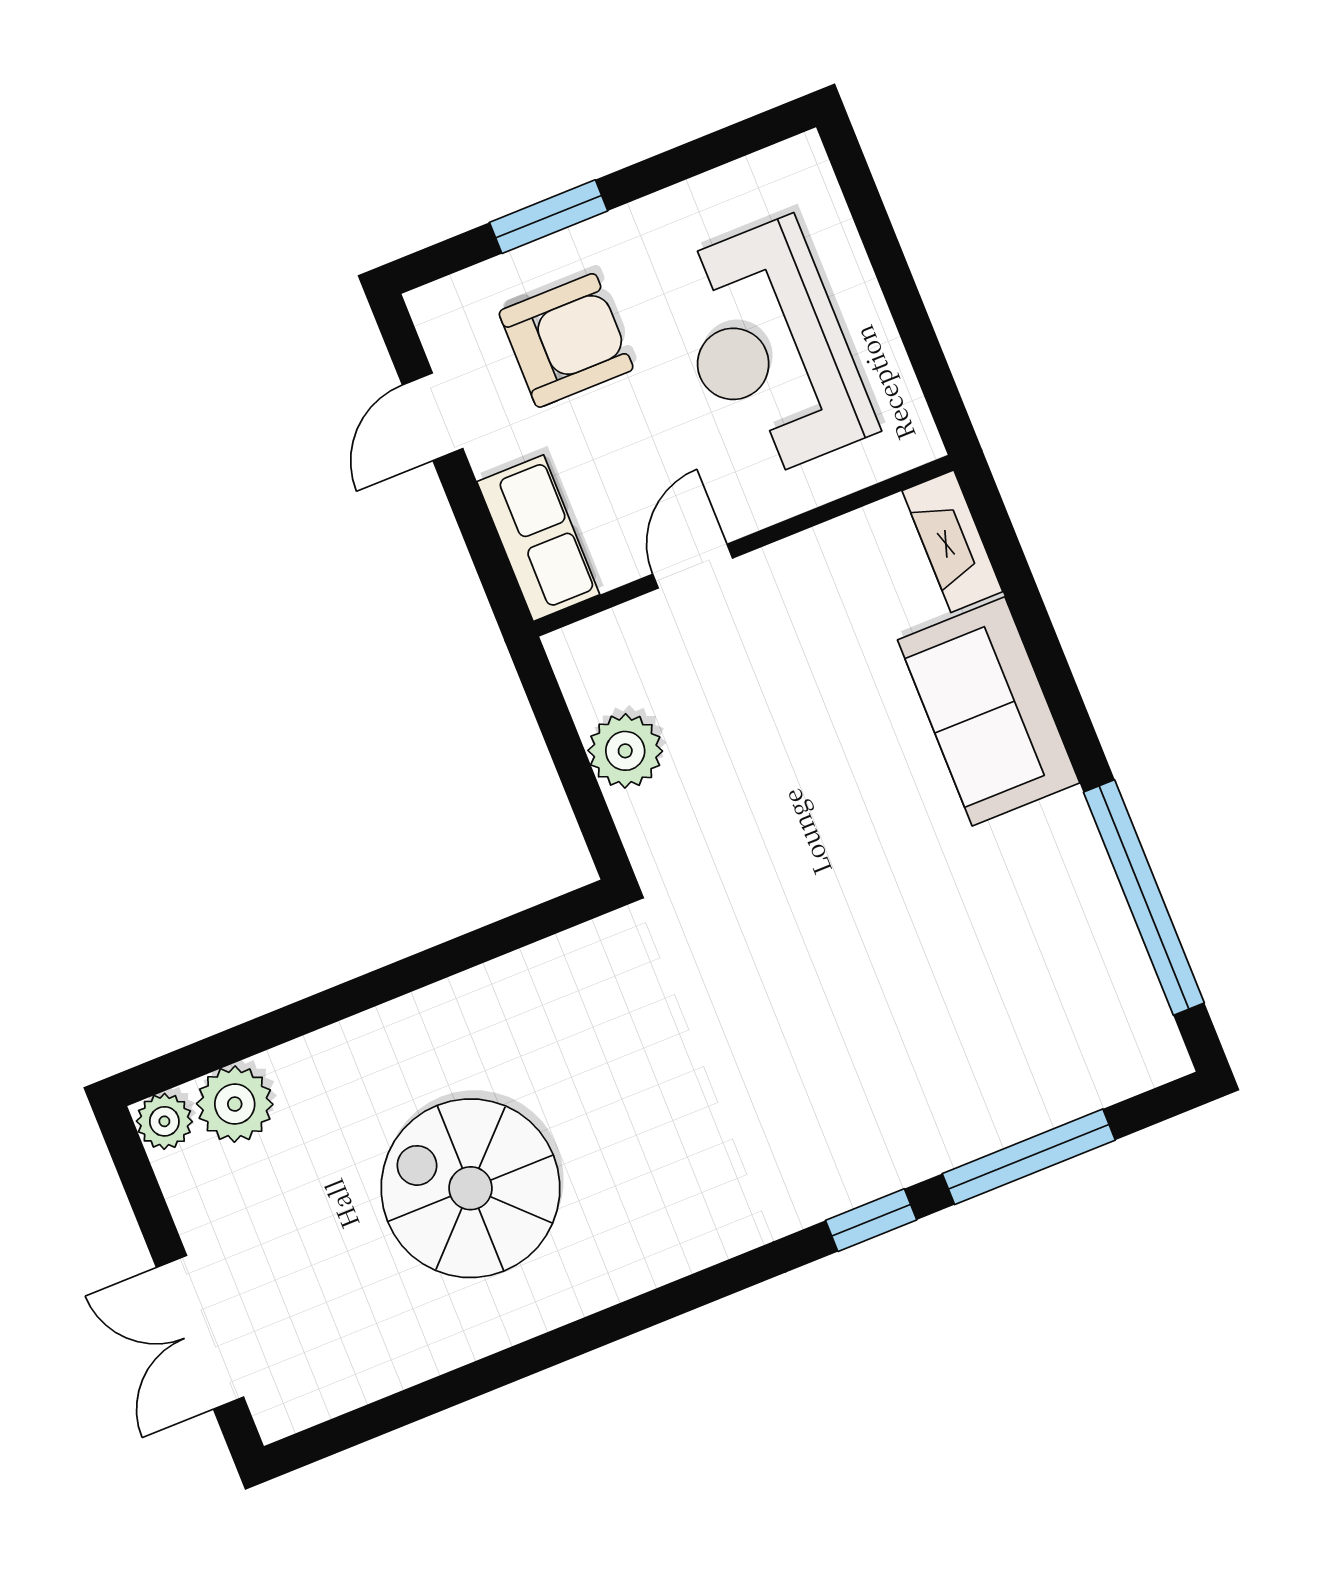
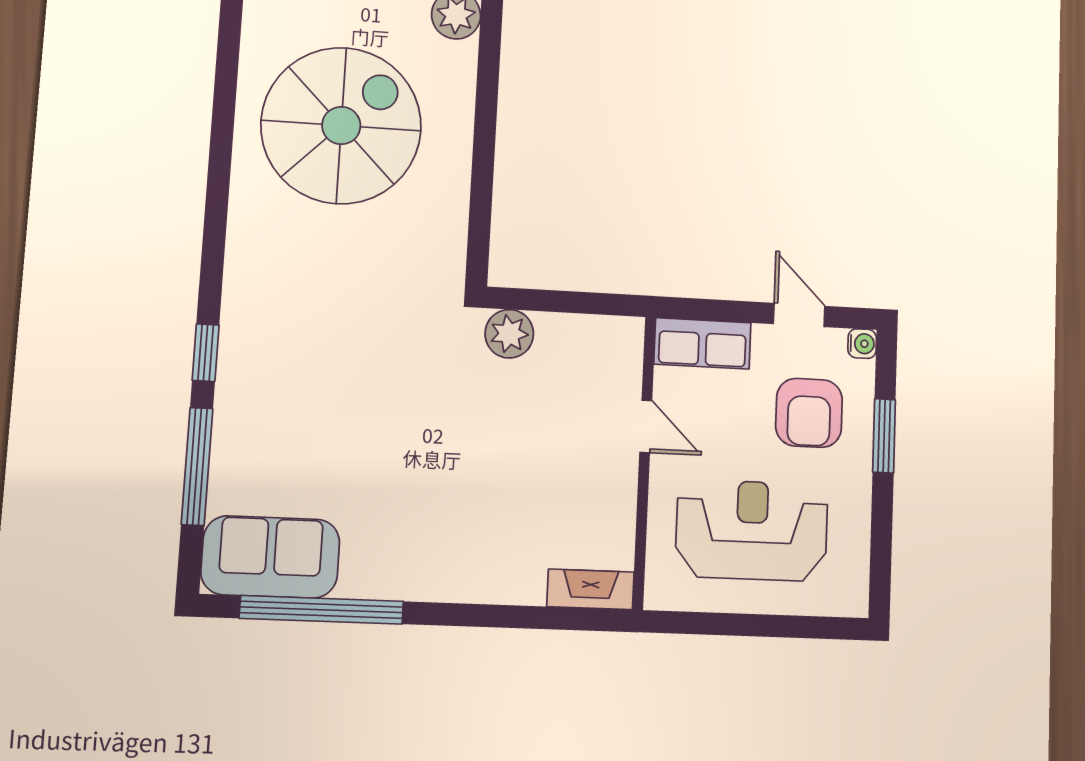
water cooler: (431, 307) -> (862, 344), added
sofa: (989, 711) -> (270, 557), moved
plant: (625, 751) -> (509, 334), moved
spiral stairs: (470, 1188) -> (341, 125), width x1.37, depth x1.37

